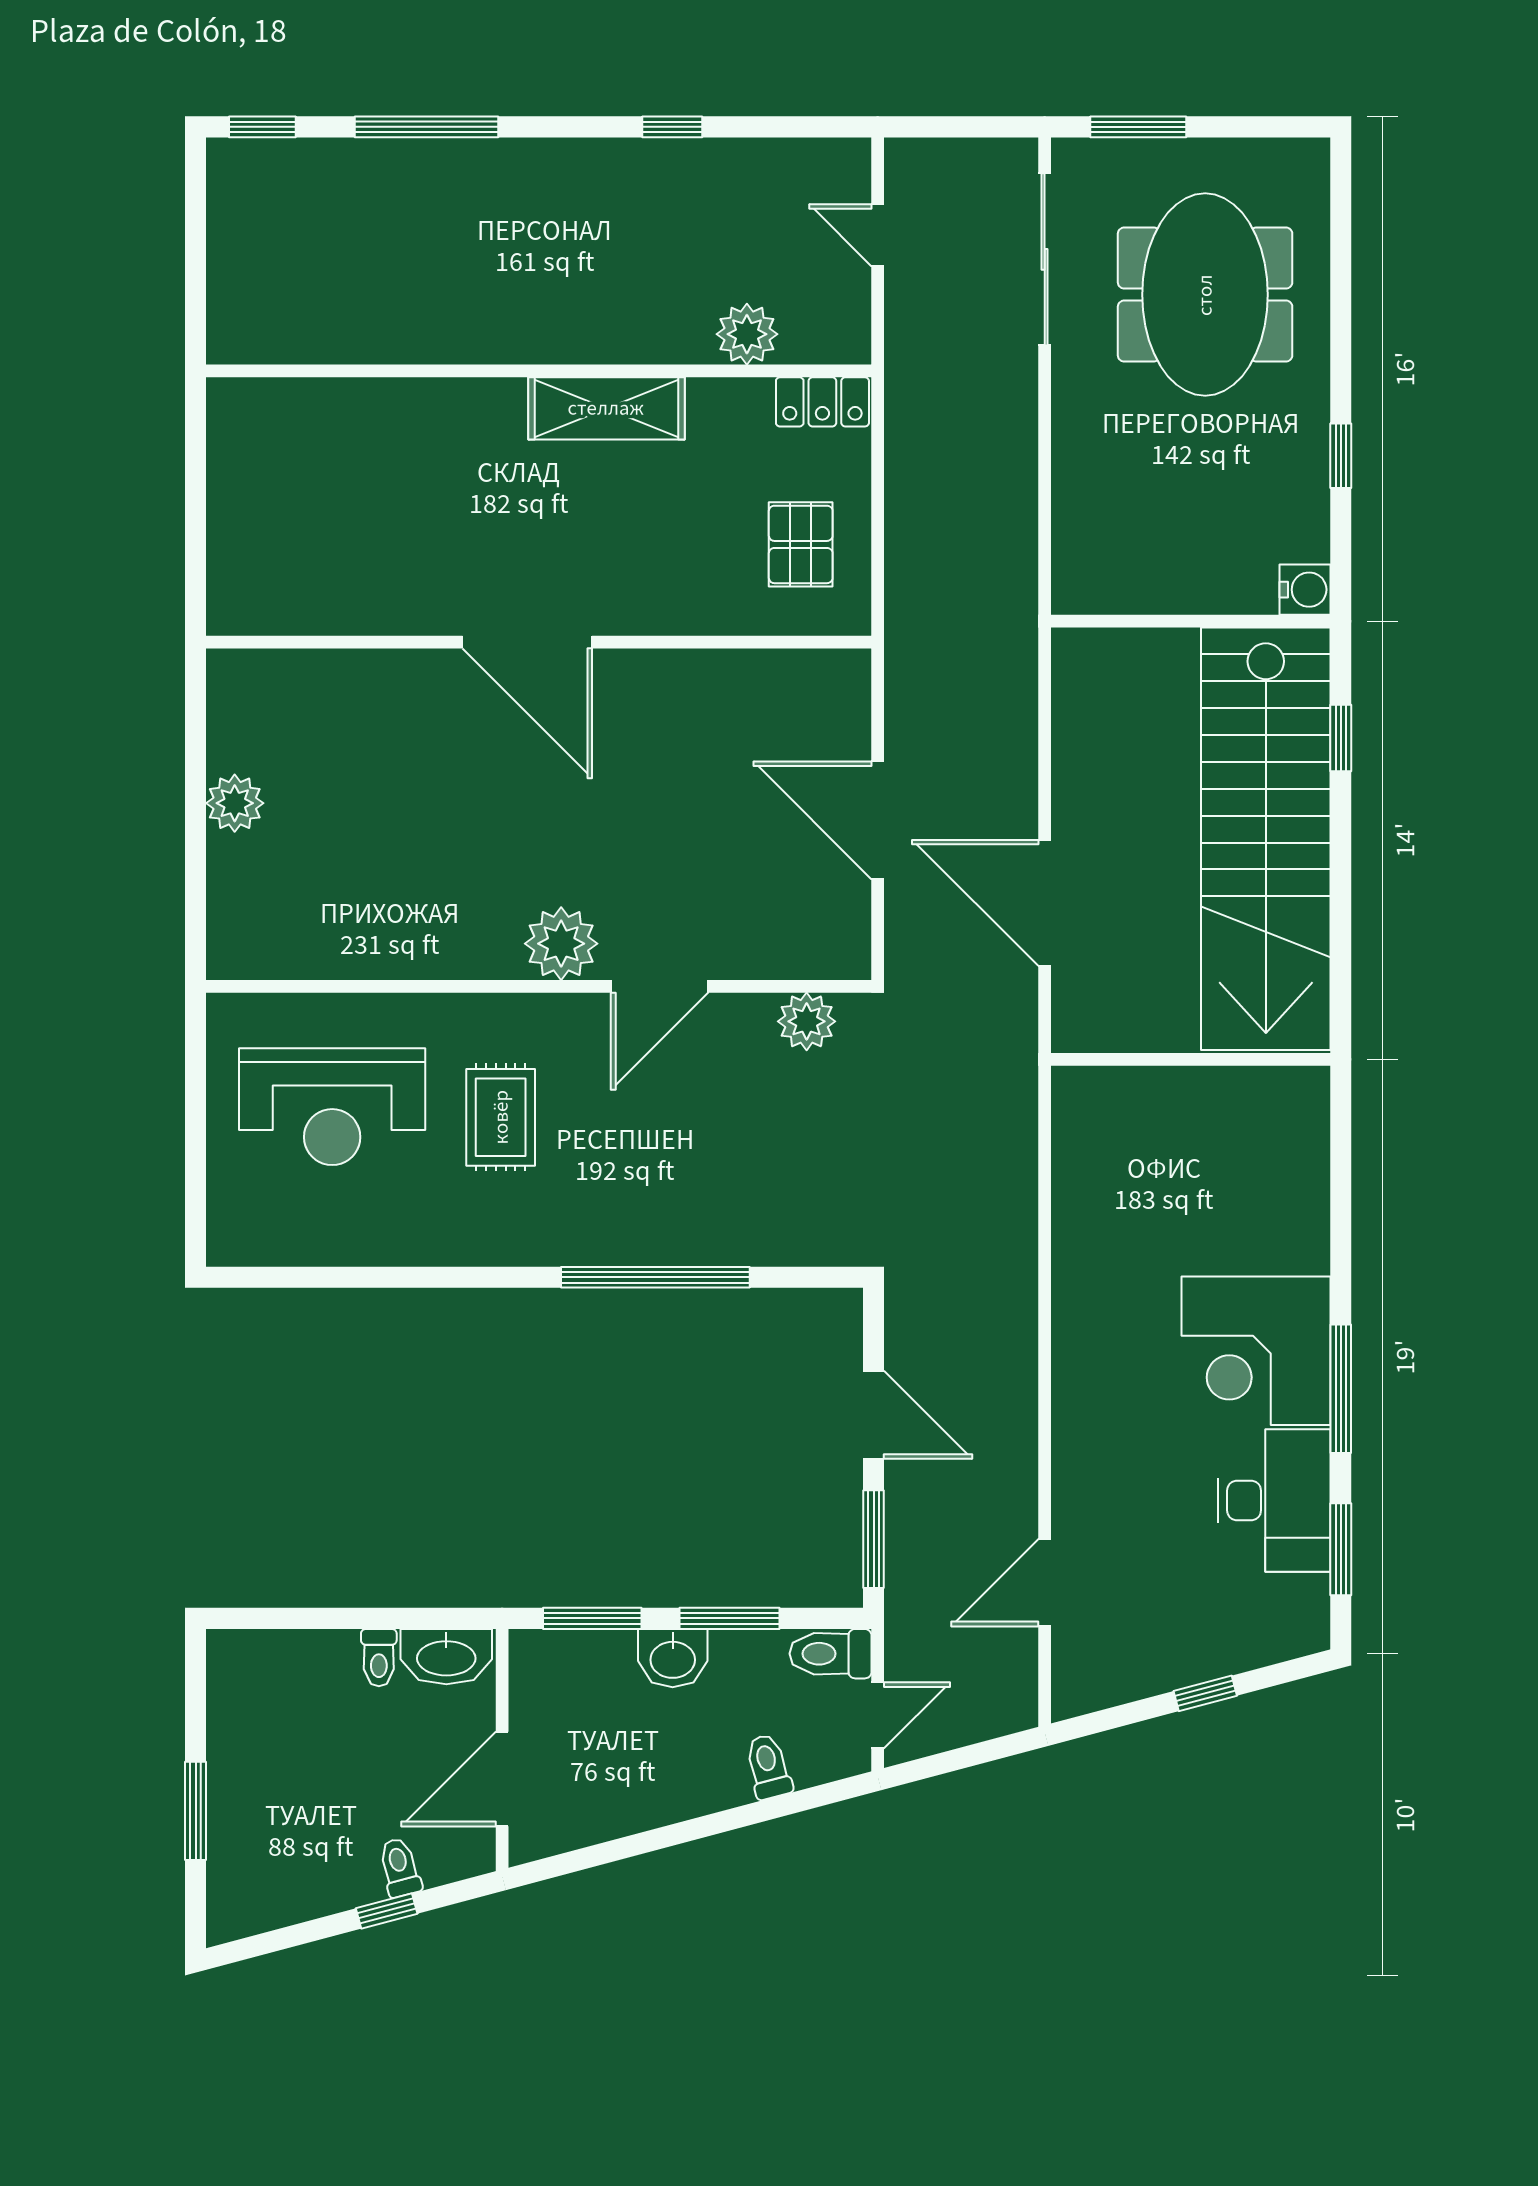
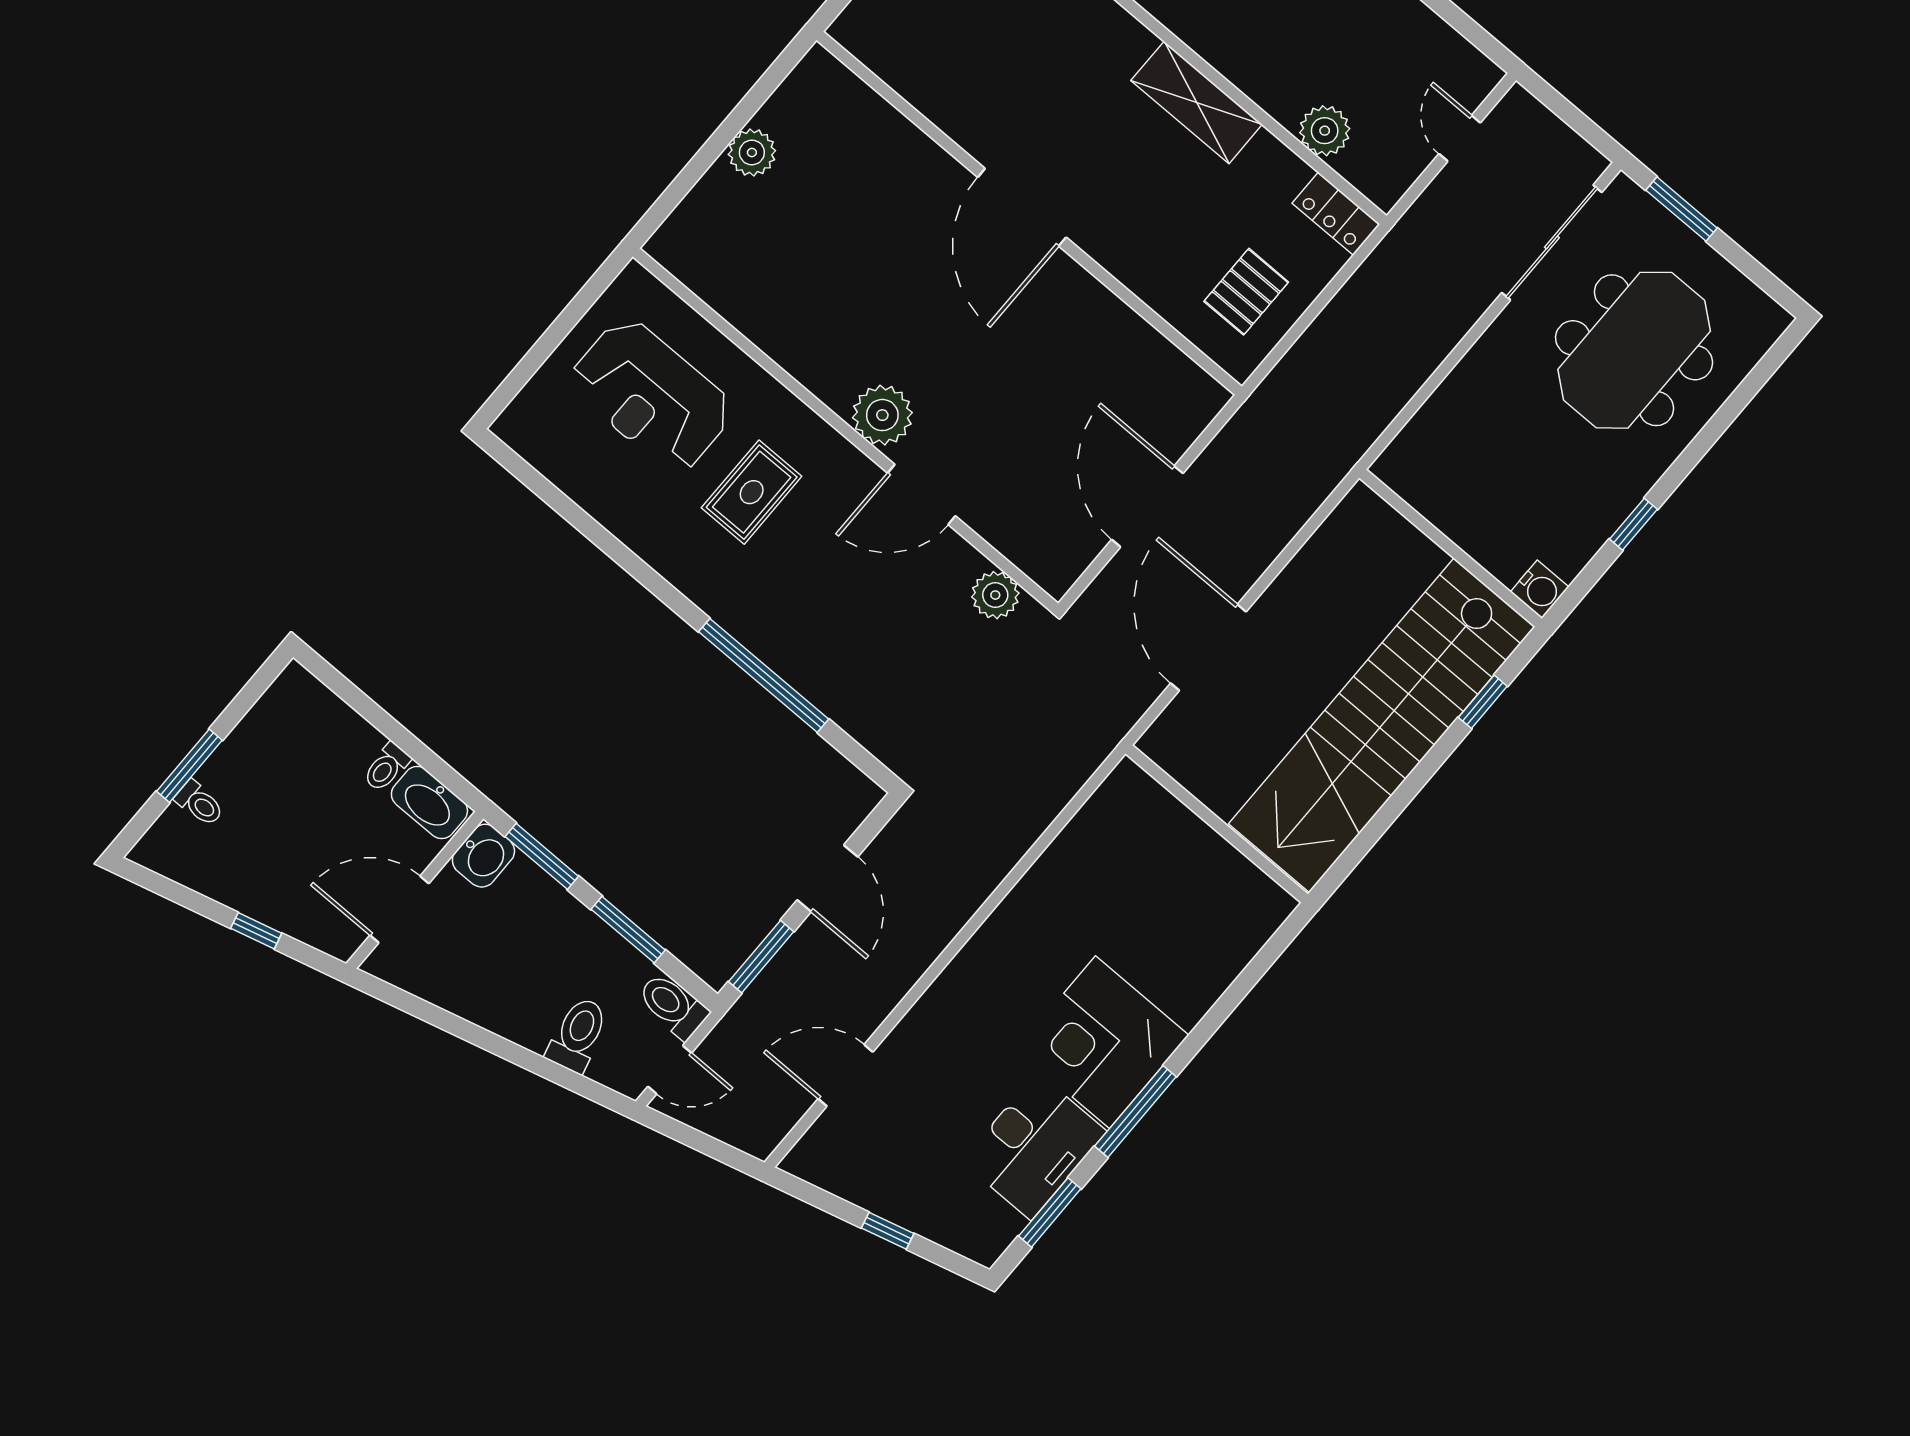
washbasin: (673, 1658) -> (483, 856), moved, turned -90
toilet: (768, 1767) -> (578, 1035), width x1.37, depth x1.39
toilet: (400, 1867) -> (199, 803), moved, turned 105

